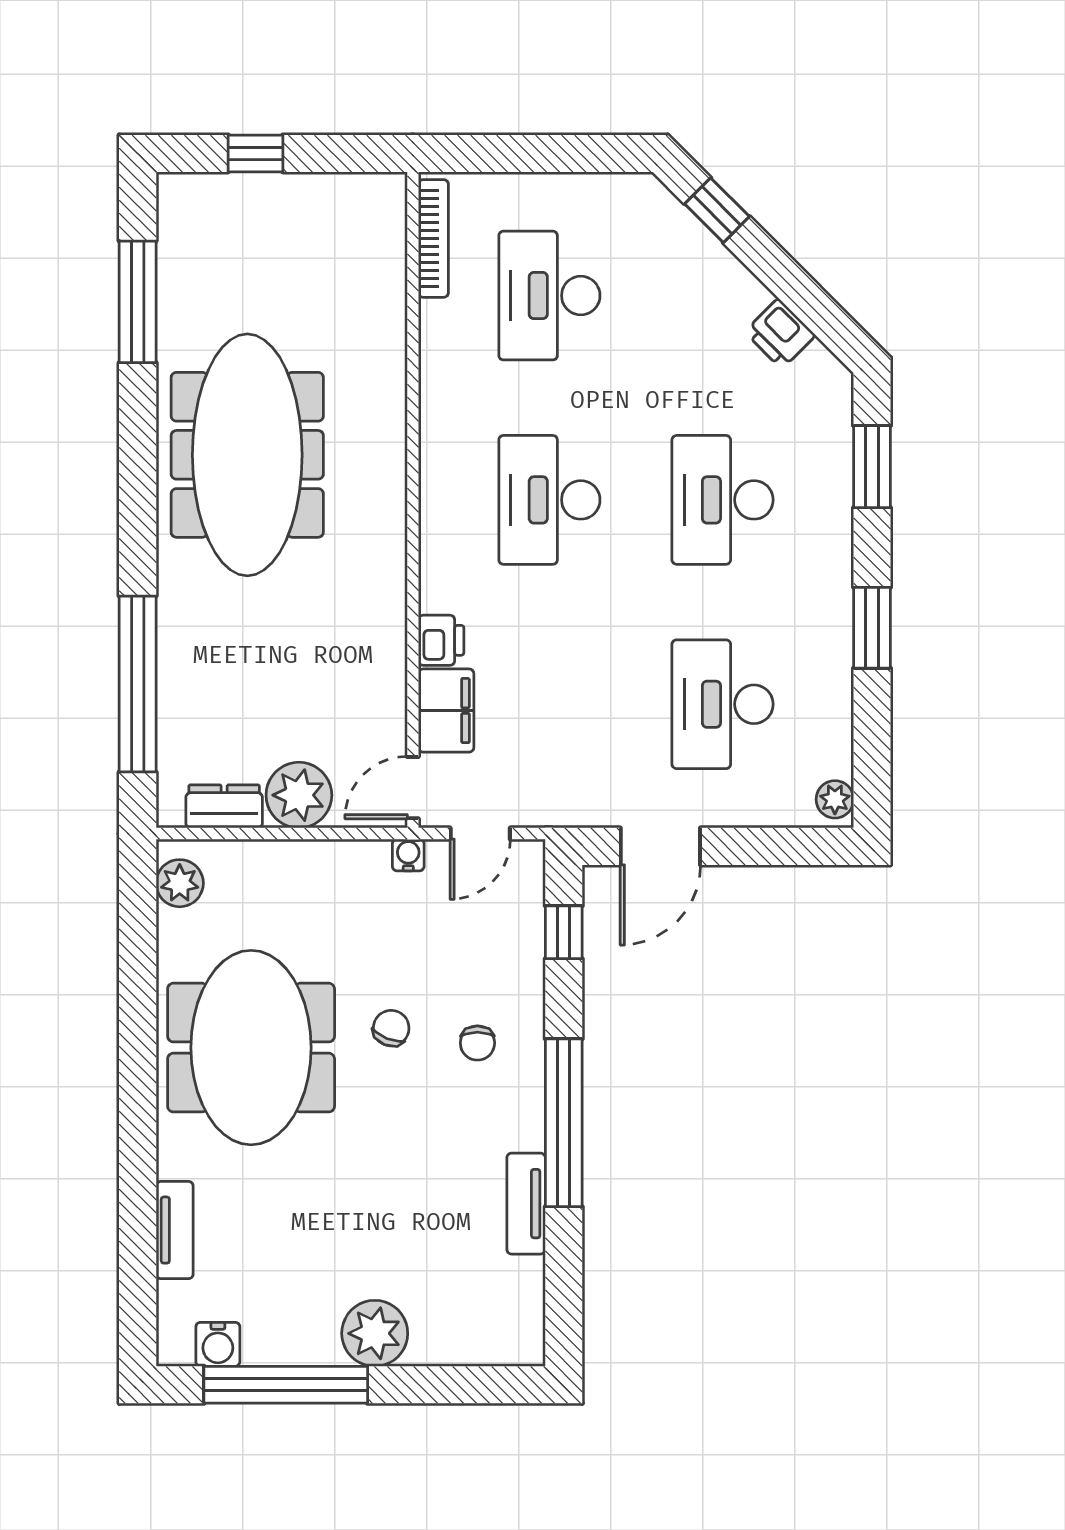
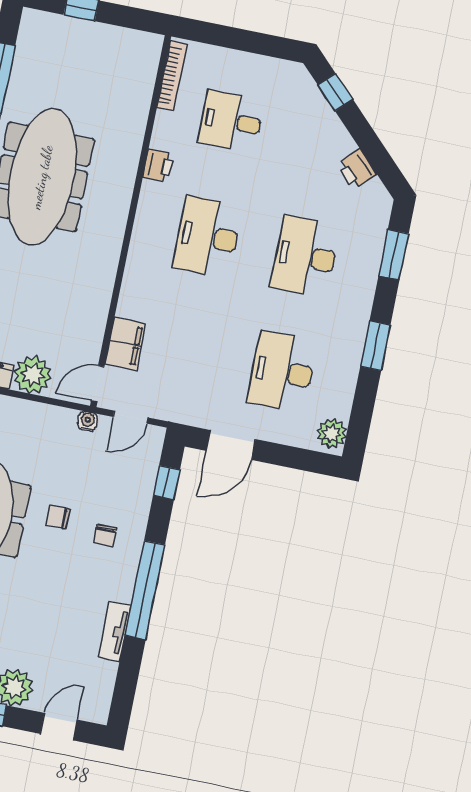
desk: (549, 296) -> (231, 121), width x0.73
printer: (441, 640) -> (158, 166), moved
plant: (835, 799) -> (332, 434), width x1.38, depth x1.38
chair: (391, 1028) -> (58, 517), turned -112
door: (464, 1385) -> (59, 727), added

